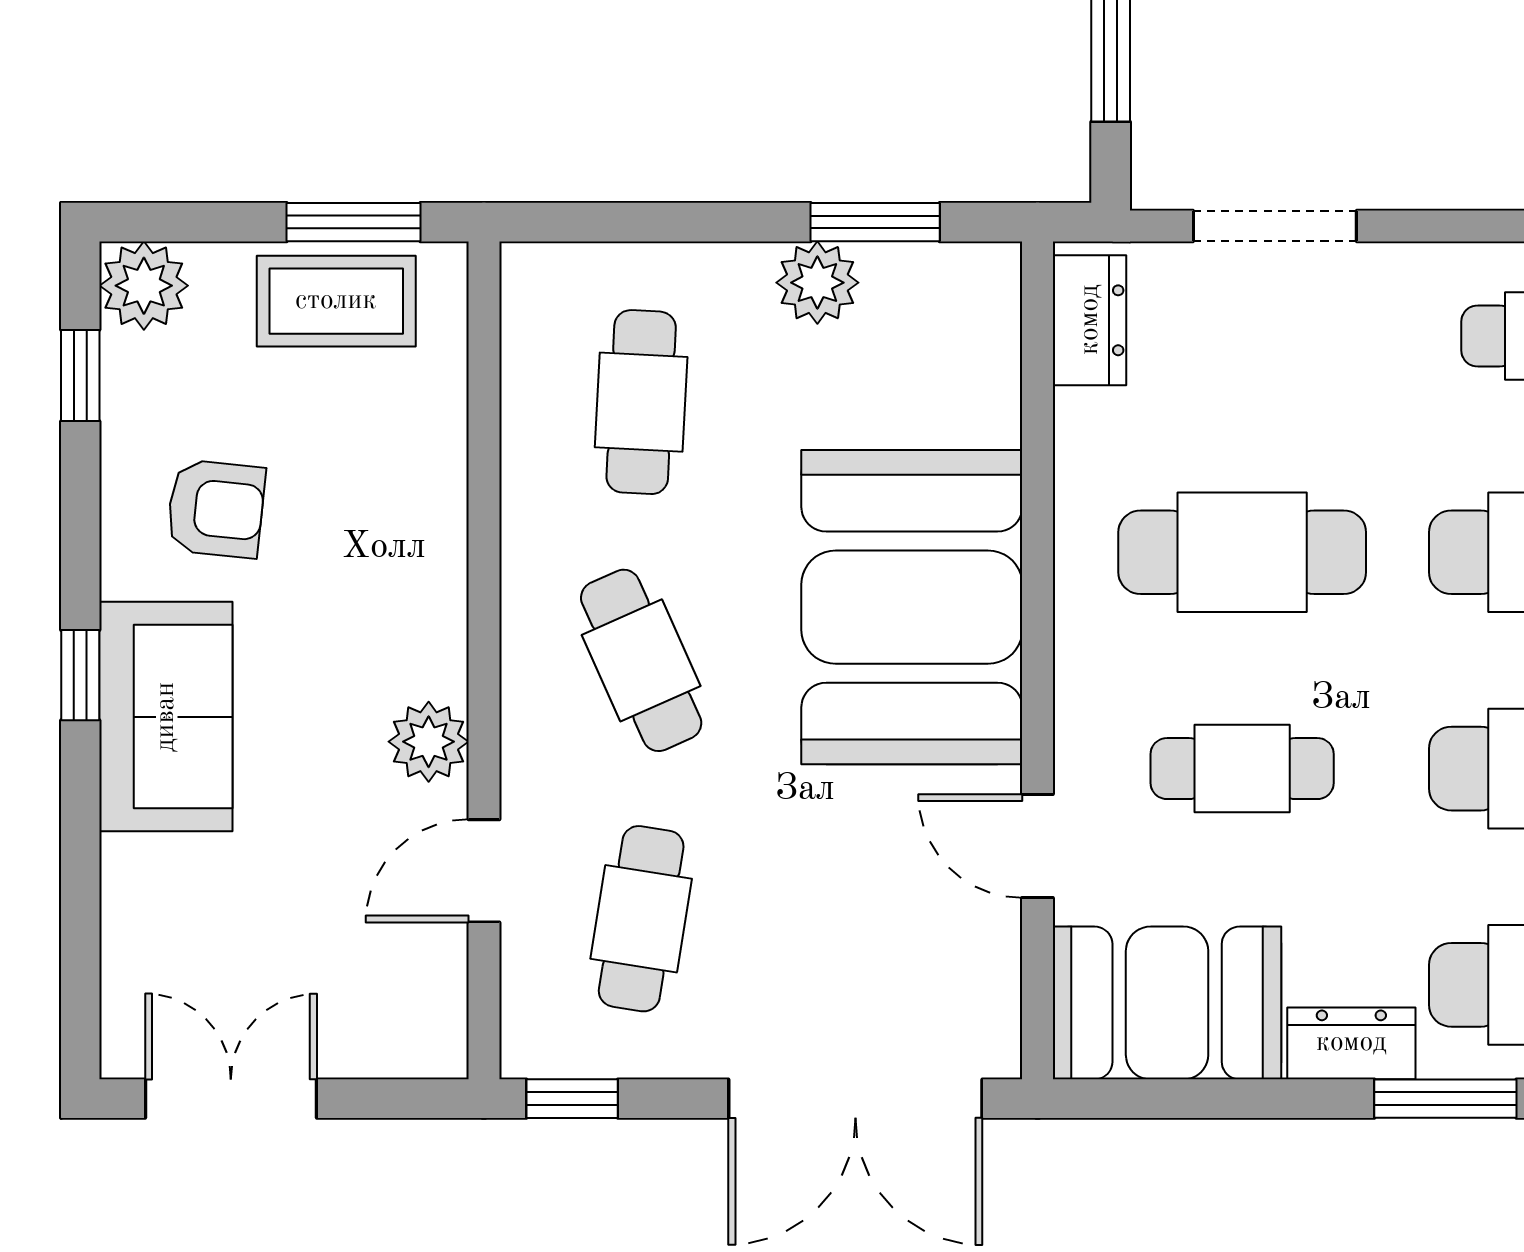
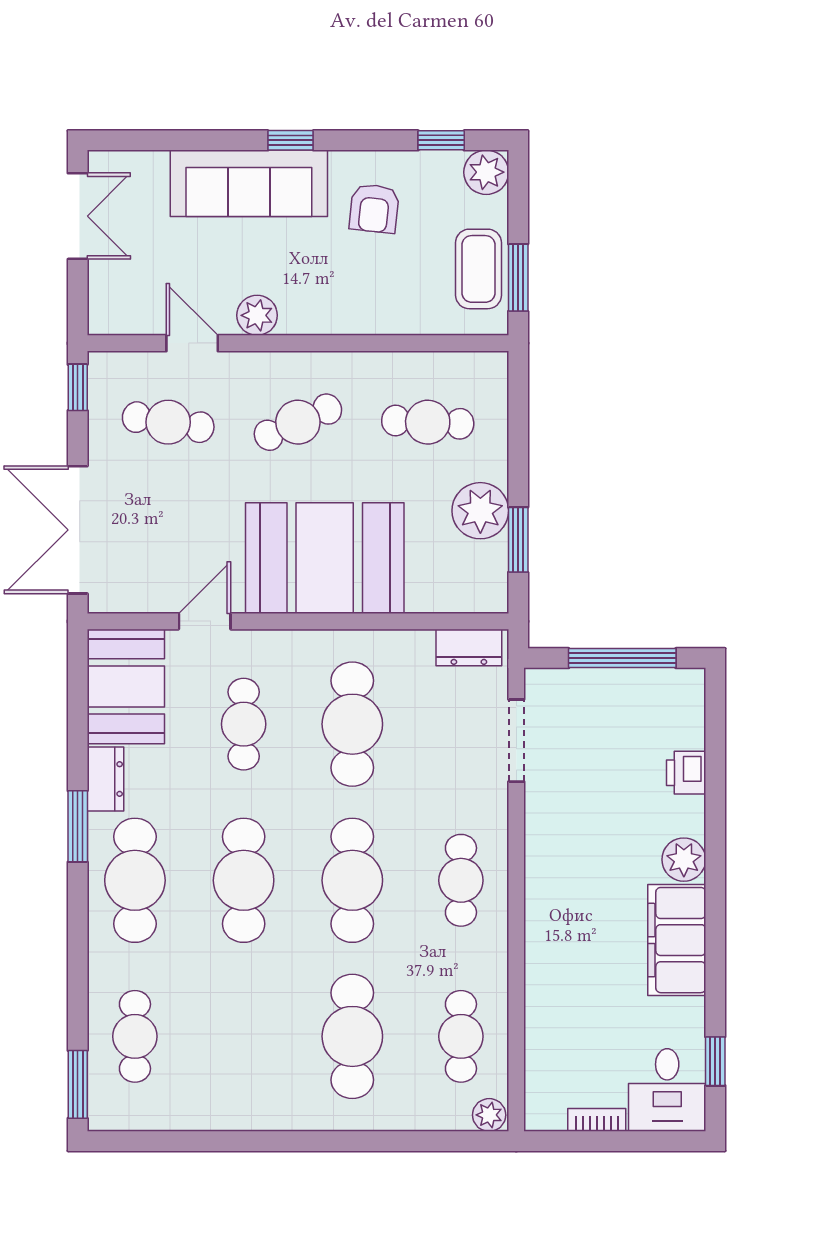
plant: (817, 283) -> (480, 511), width x1.36, depth x1.36
sofa: (166, 717) -> (249, 183), width x1.36

